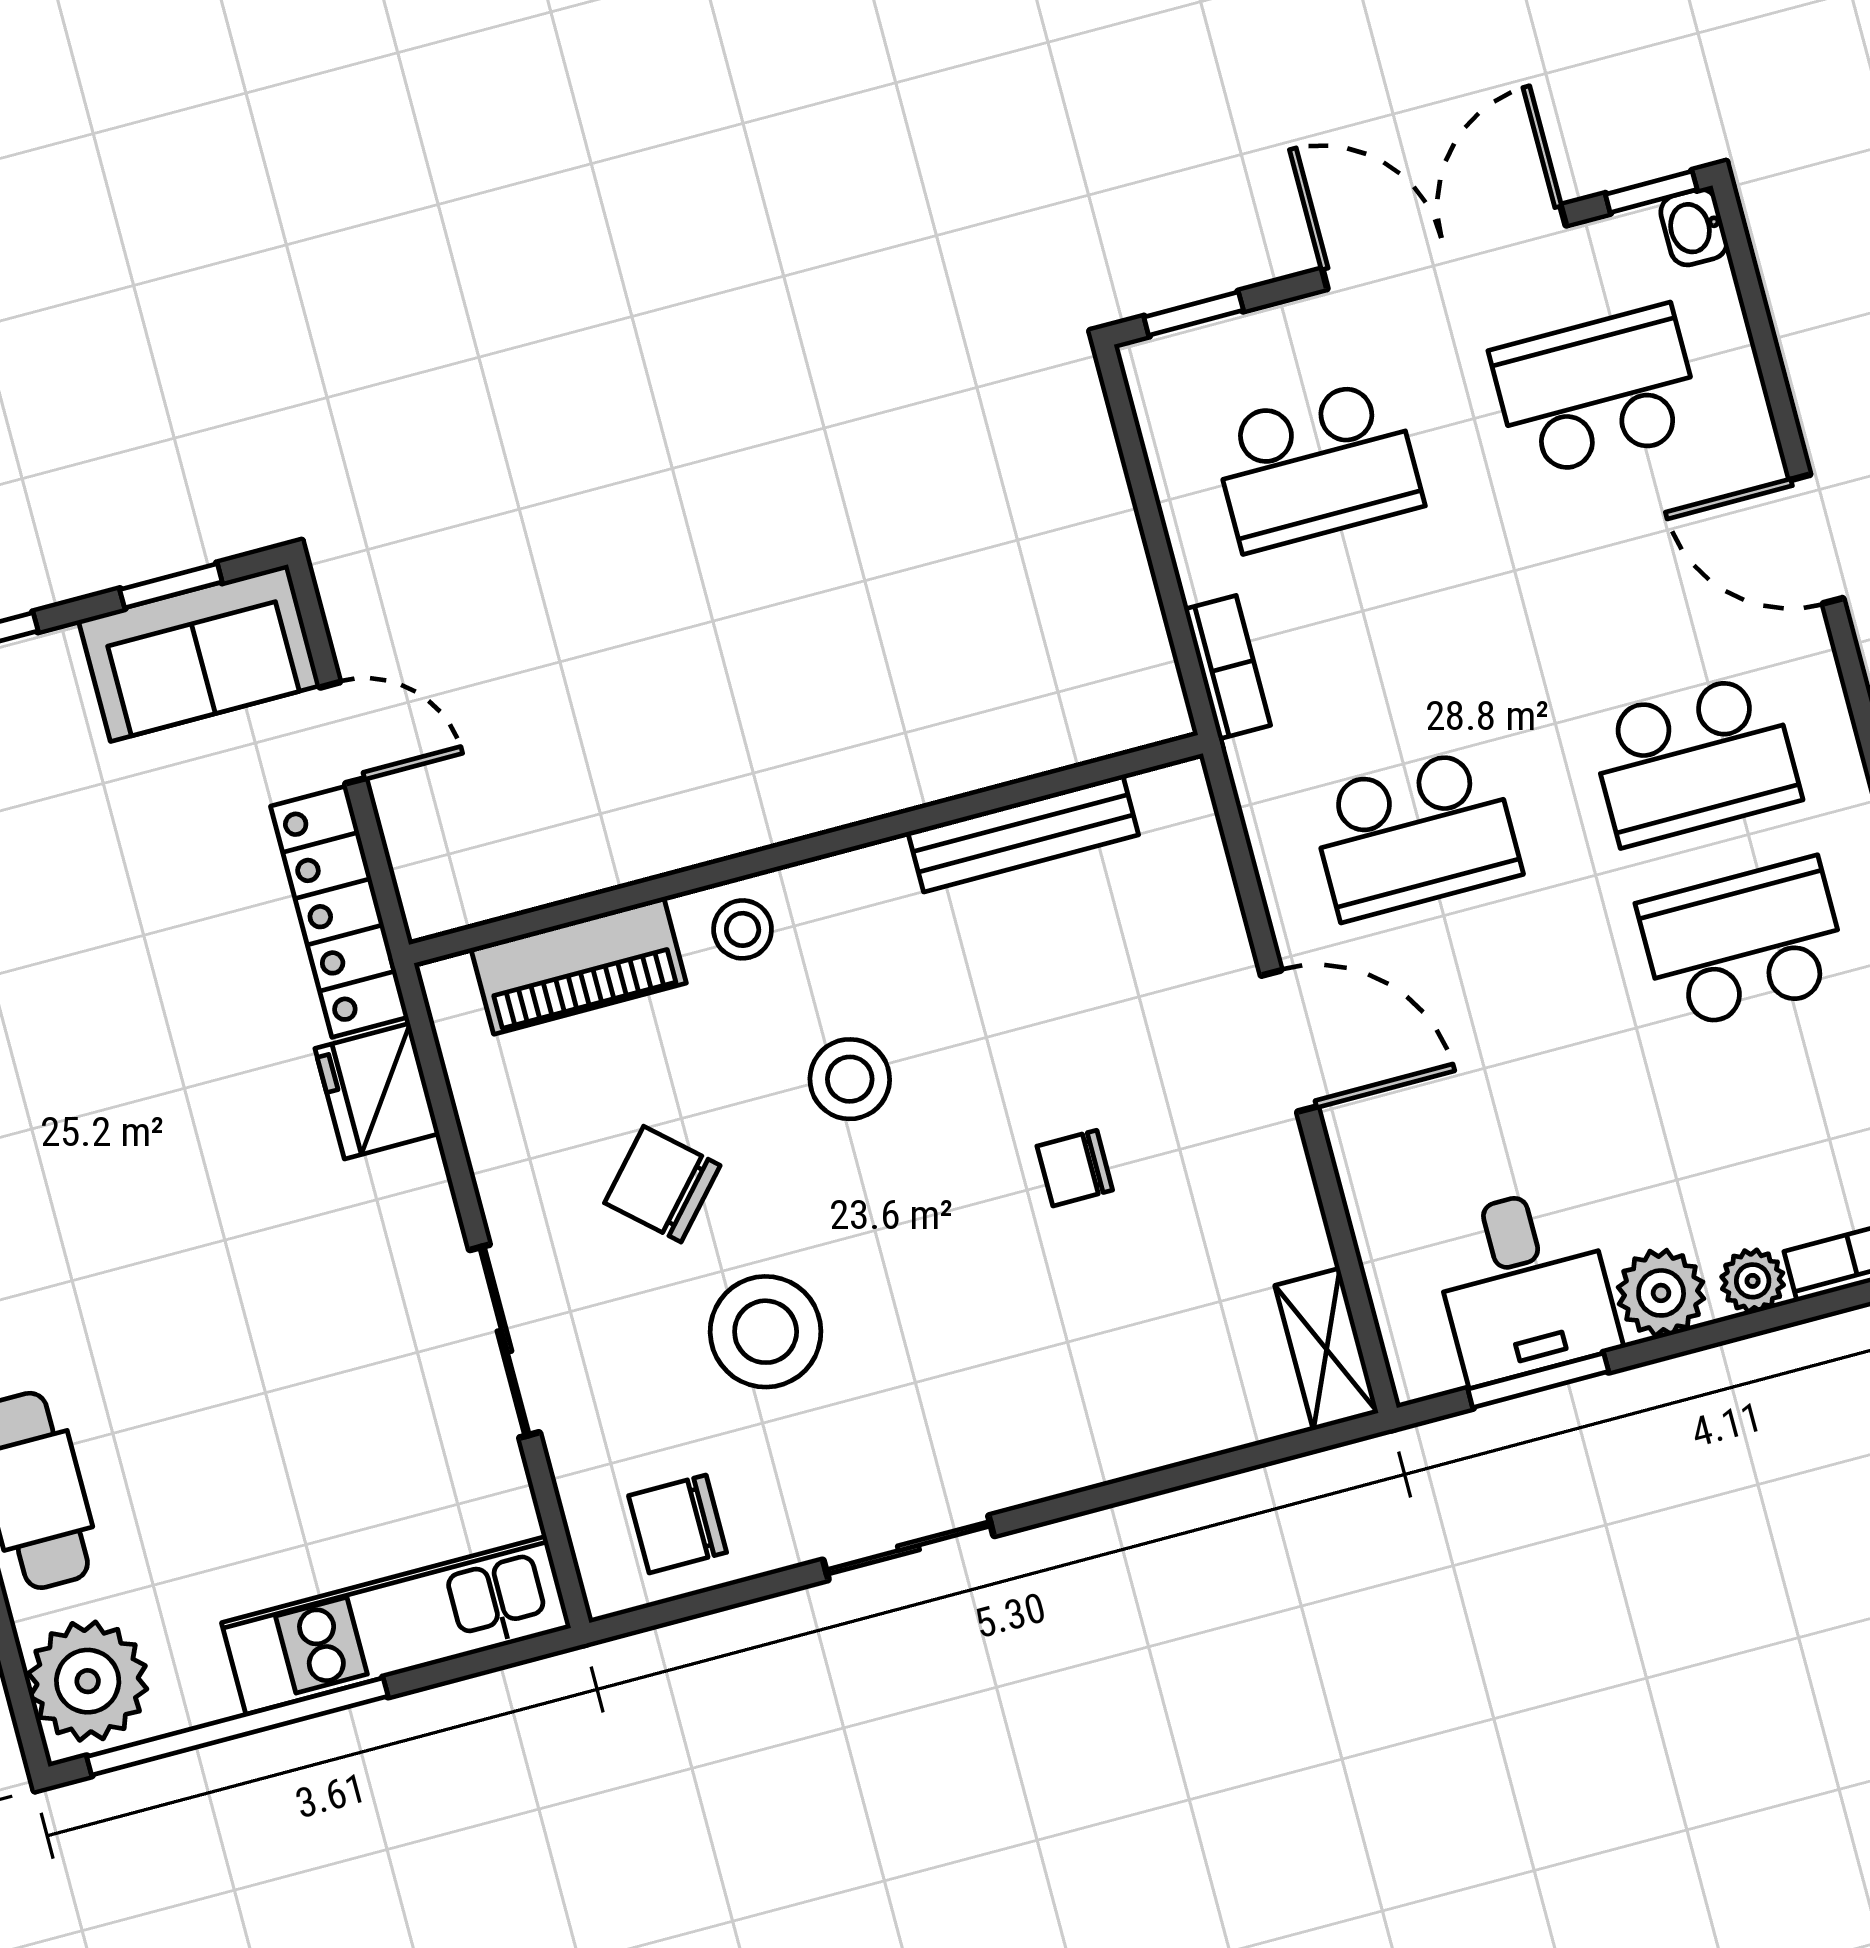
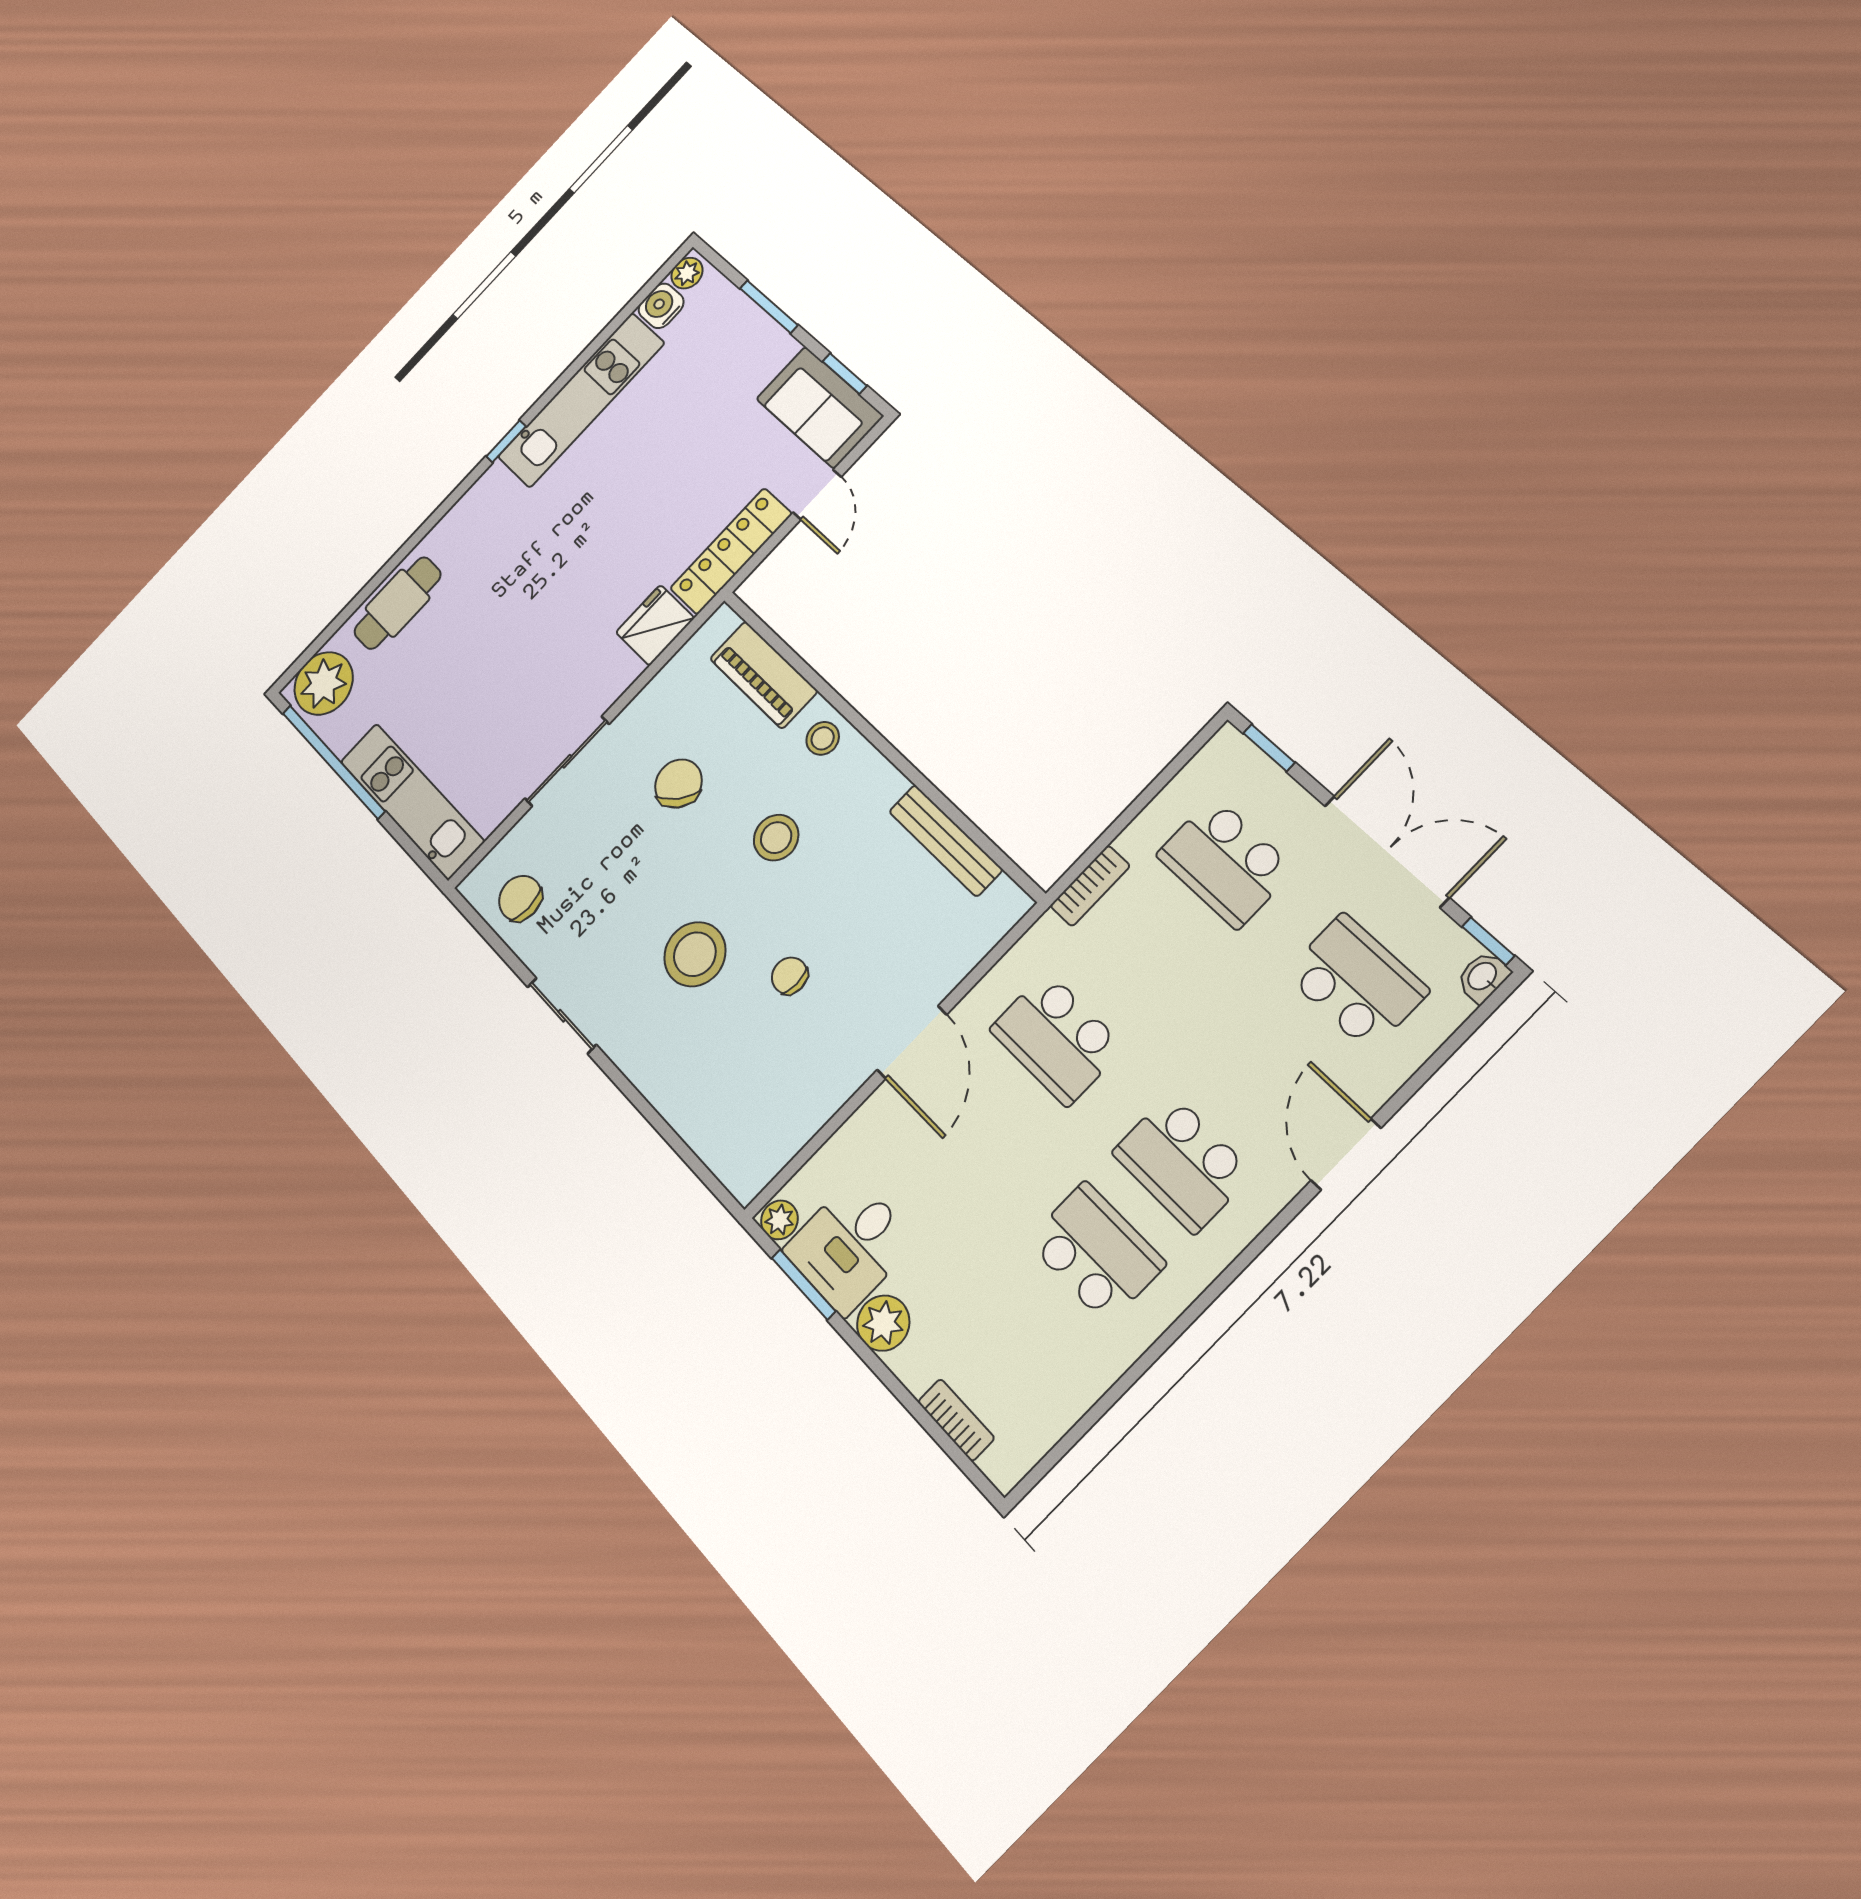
plant: (1753, 1281) -> (779, 1220), moved
stool: (766, 1332) -> (695, 954), moved
shelving: (1327, 1349) -> (763, 1162), removed

